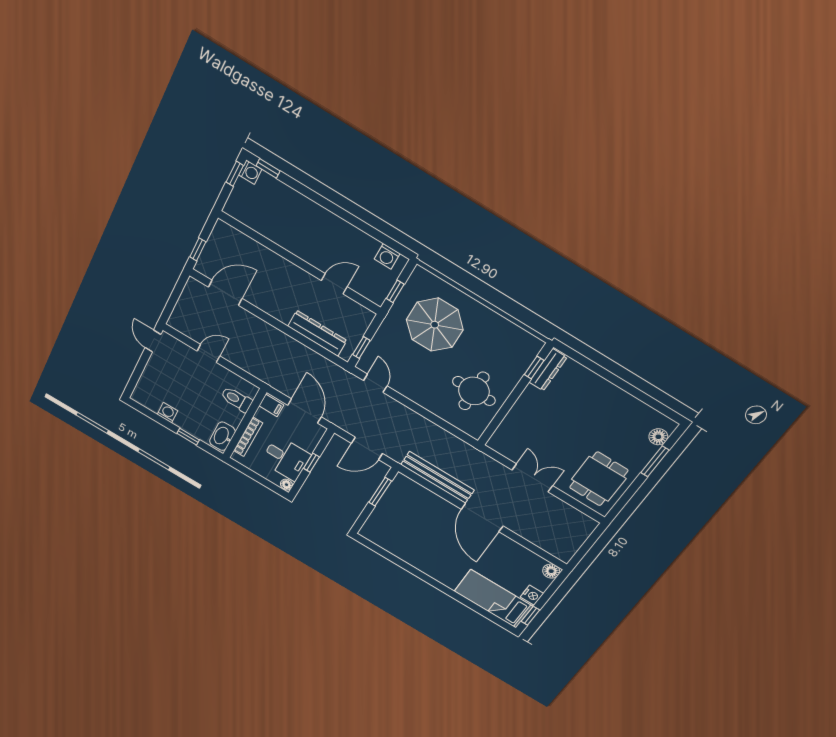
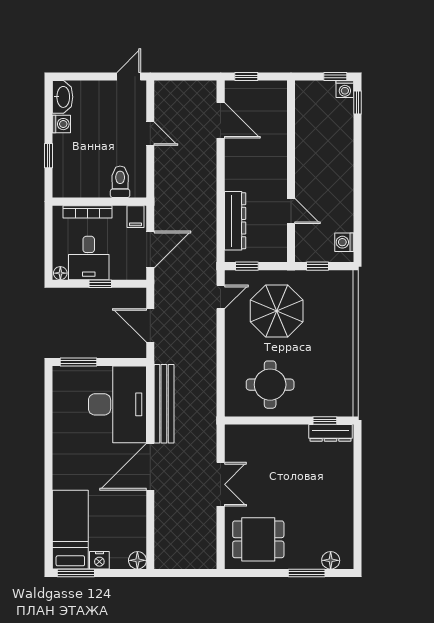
parasol: (435, 325) -> (277, 311), moved
washbasin: (222, 436) -> (63, 97), moved, turned 90
window: (380, 492) -> (78, 362), moved
desk: (416, 509) -> (117, 404), added
window: (530, 616) -> (76, 573), width x1.50

